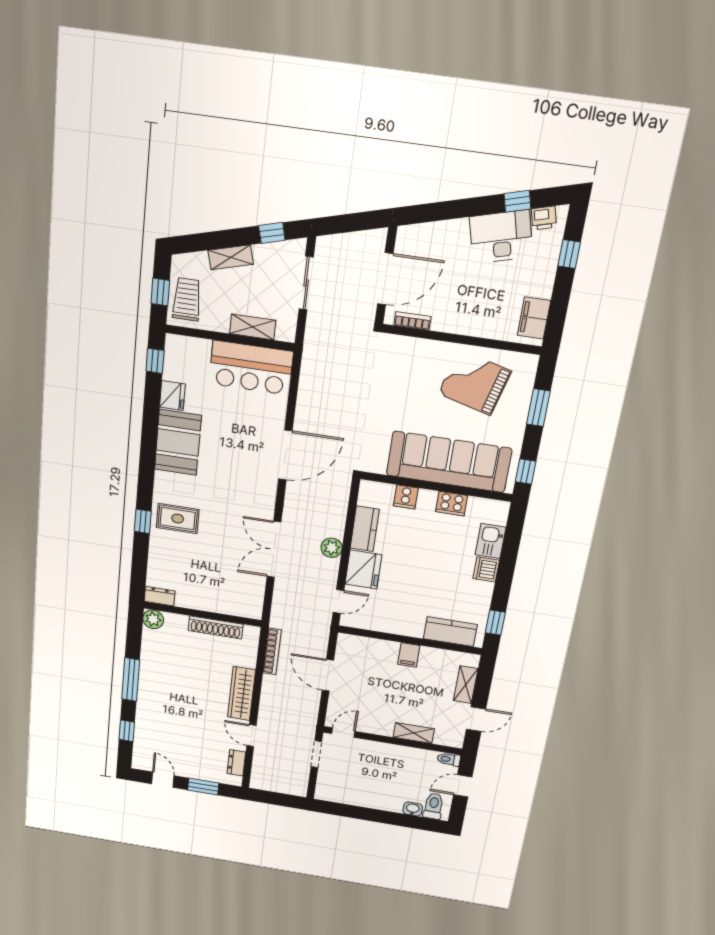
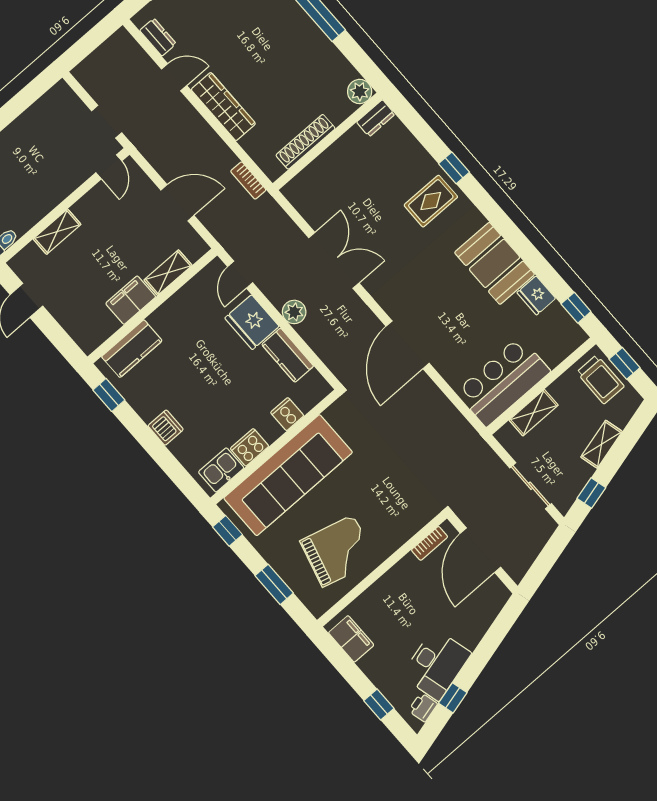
kitchen sink: (491, 541) -> (221, 470), moved, turned -90
bookcase: (272, 651) -> (248, 180), width x0.64
filing cabinet: (409, 655) -> (131, 300), width x2.00
shelving: (466, 685) -> (168, 273), moved, turned 90

